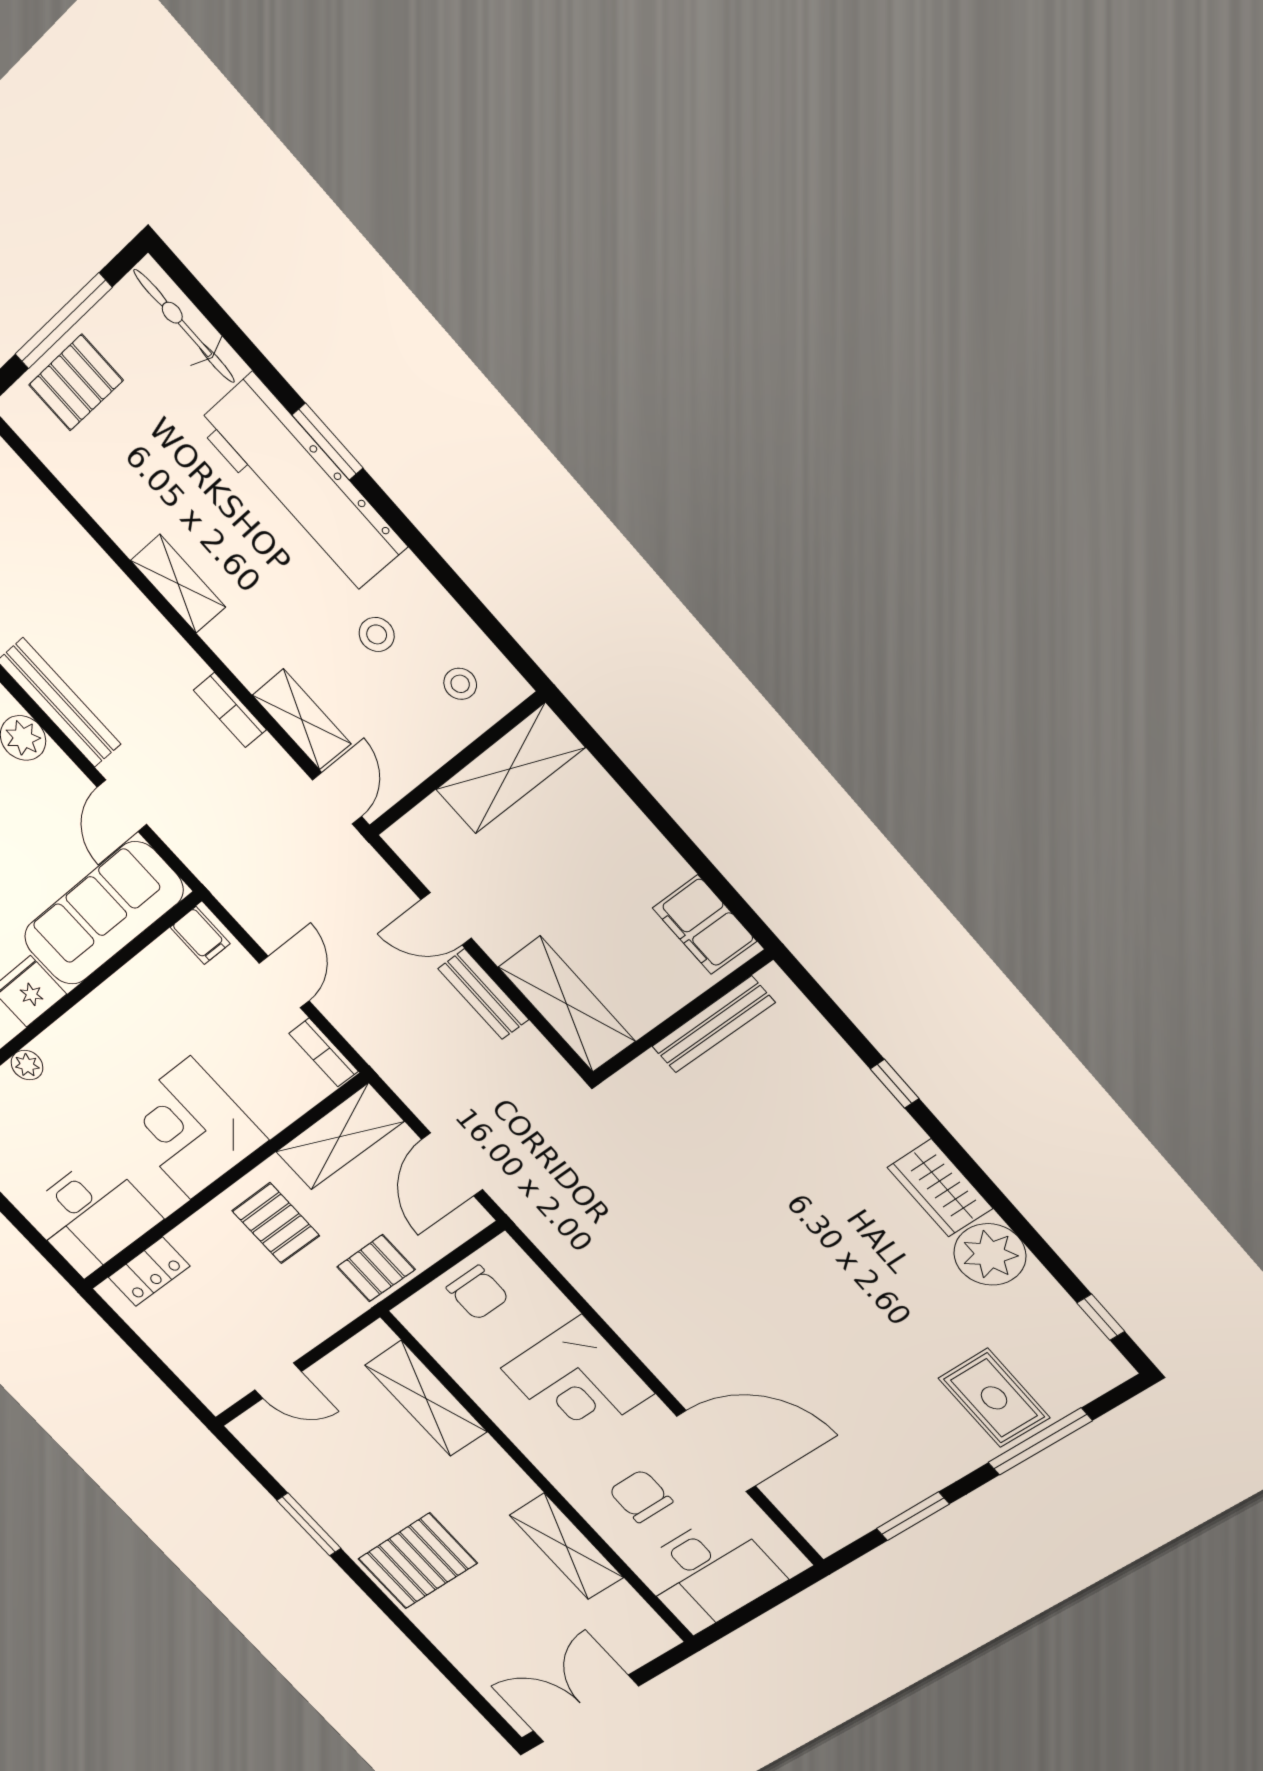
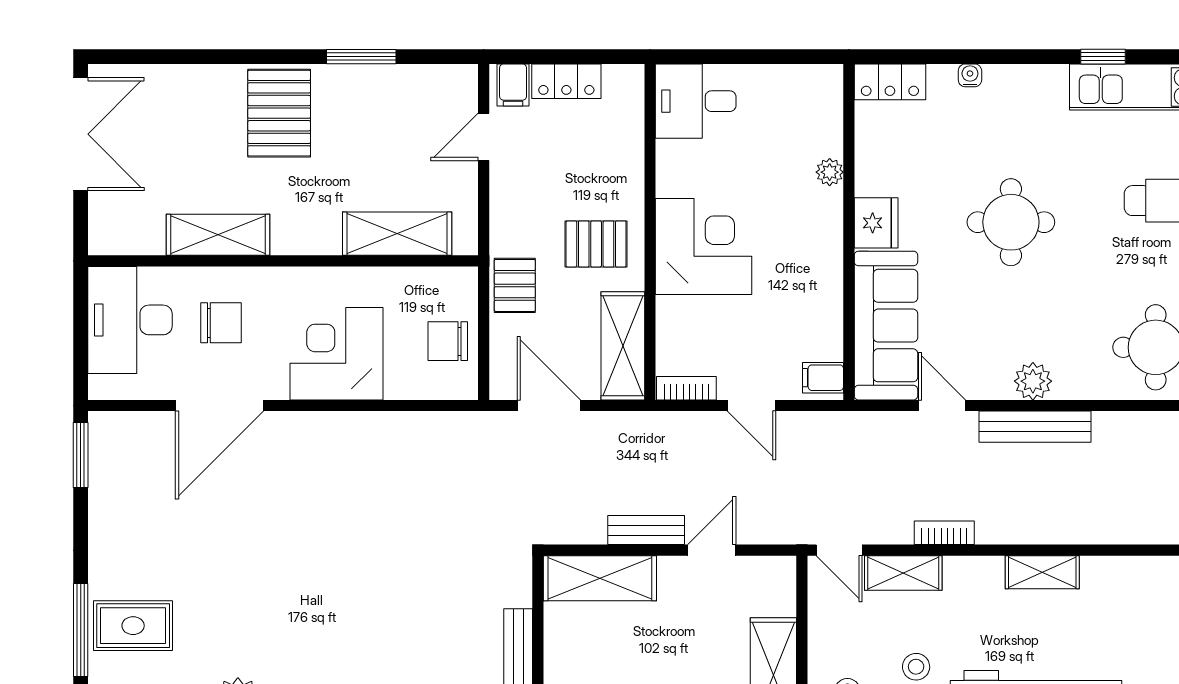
desk: (92, 1216) -> (696, 101), width x0.73
locker: (149, 1272) -> (566, 81), moved, turned -90
filing cabinet: (213, 1386) -> (513, 85), added
window: (913, 1516) -> (81, 455), moved

